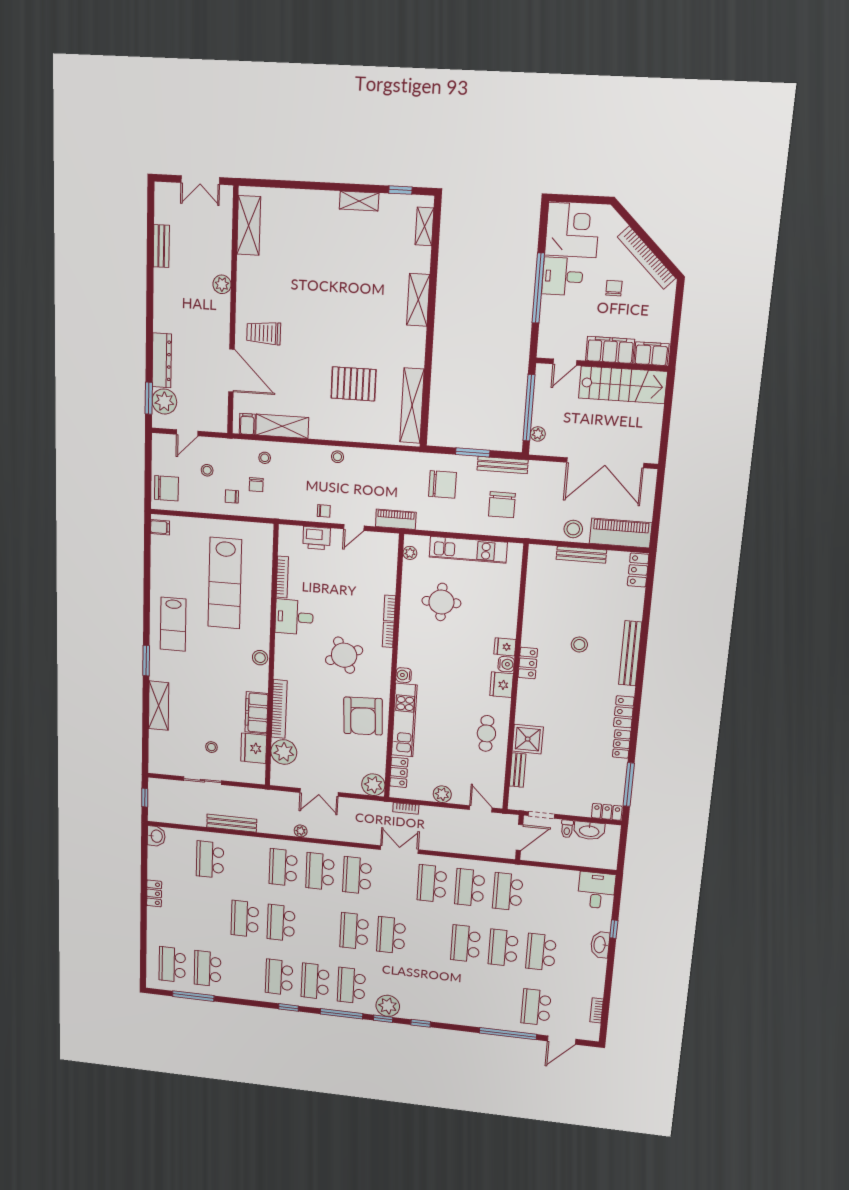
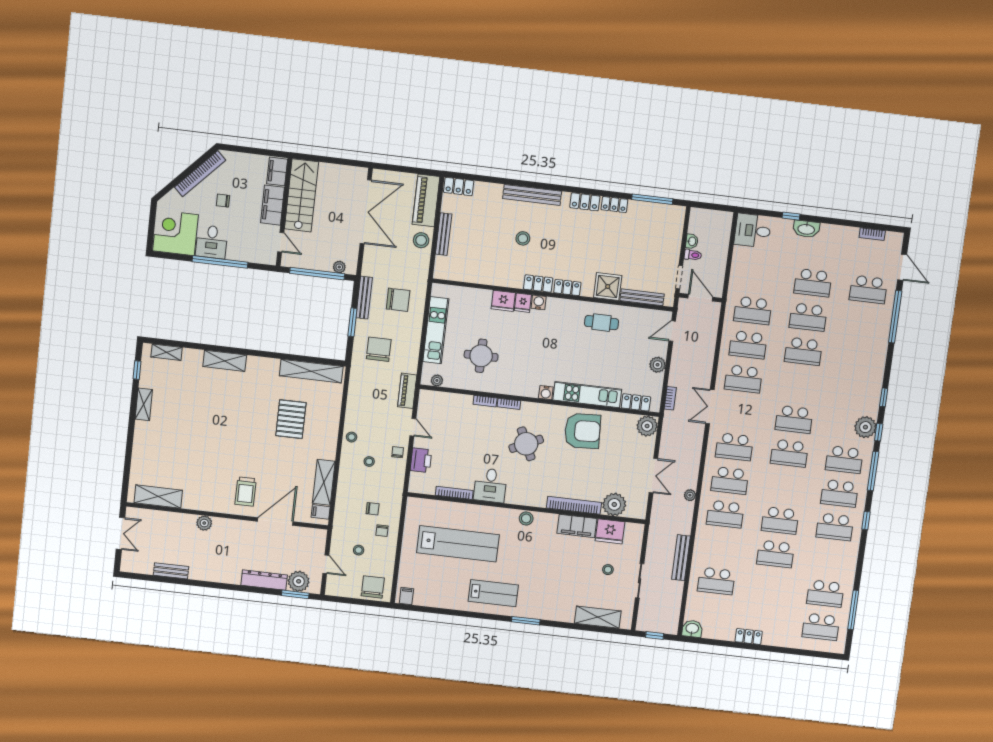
stool: (265, 458) -> (369, 461), moved
fridge: (501, 685) -> (503, 301), moved
shelving: (159, 706) -> (598, 617), moved
bench: (518, 770) -> (642, 297), width x1.36
locker: (607, 812) -> (567, 288), moved, turned 90
washbasin: (589, 831) -> (692, 241), width x0.52, depth x0.69

